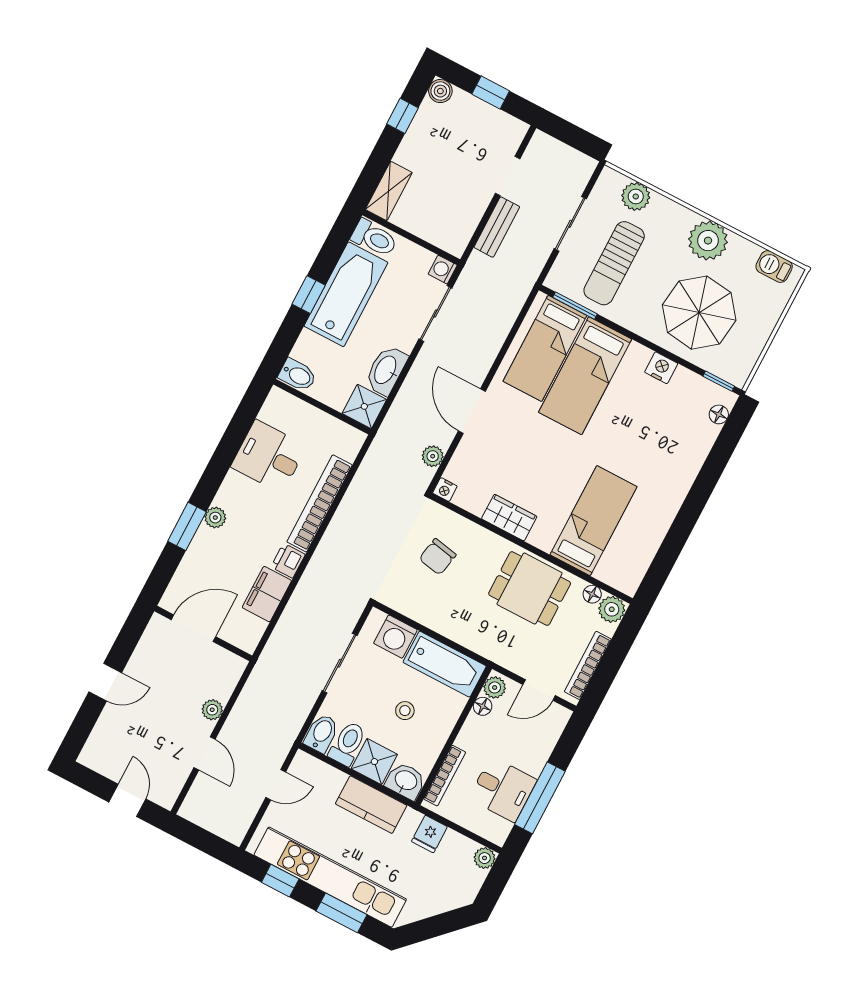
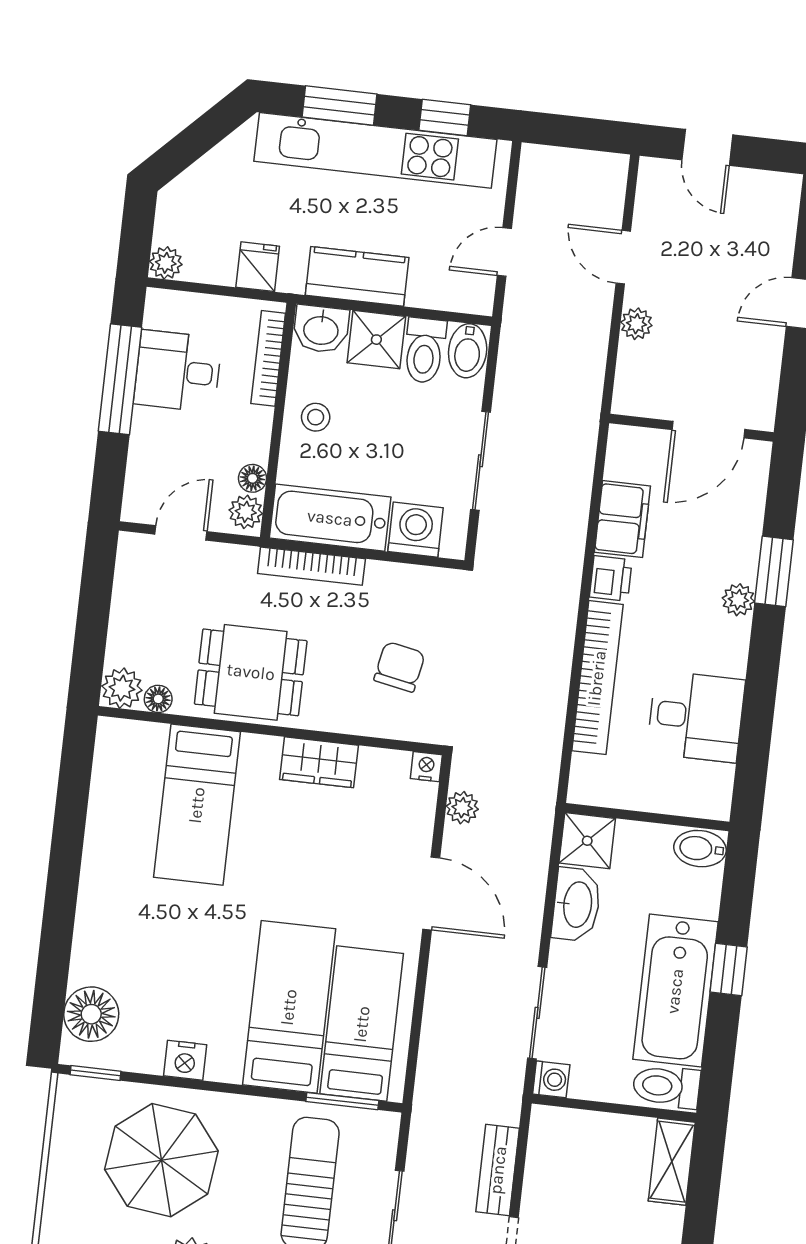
floor lamp: (719, 414) -> (91, 1014), width x1.89, depth x1.89
bookcase: (588, 665) -> (311, 566), moved, turned 90
stool: (405, 711) -> (316, 417), moved

